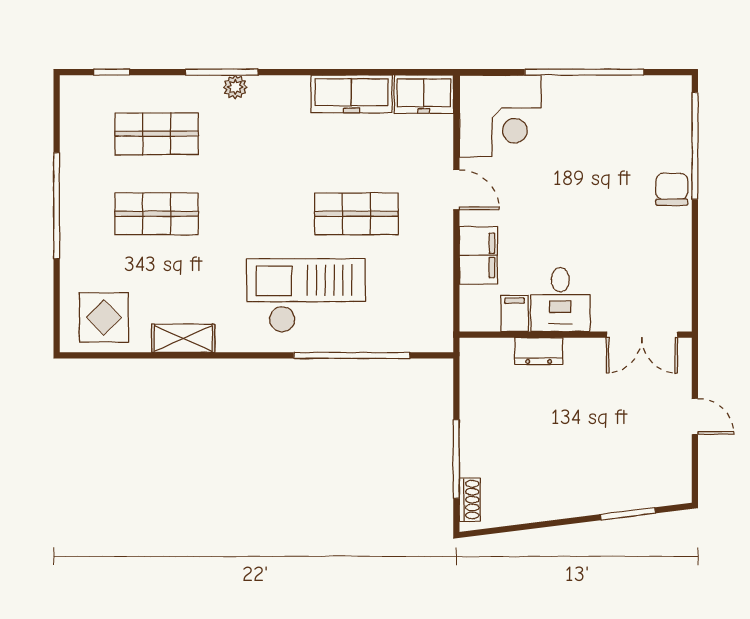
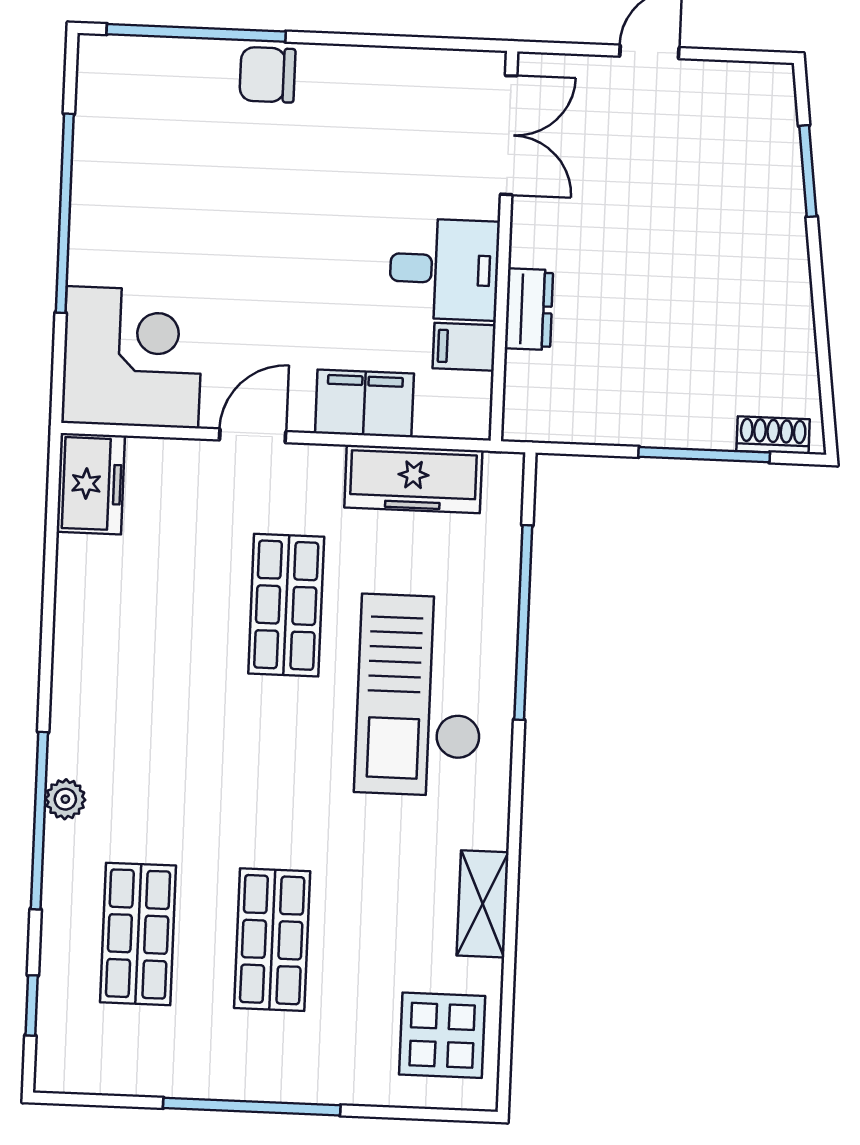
window: (222, 72) -> (39, 821), width x1.46
freezer: (351, 94) -> (413, 479), moved, turned 90

